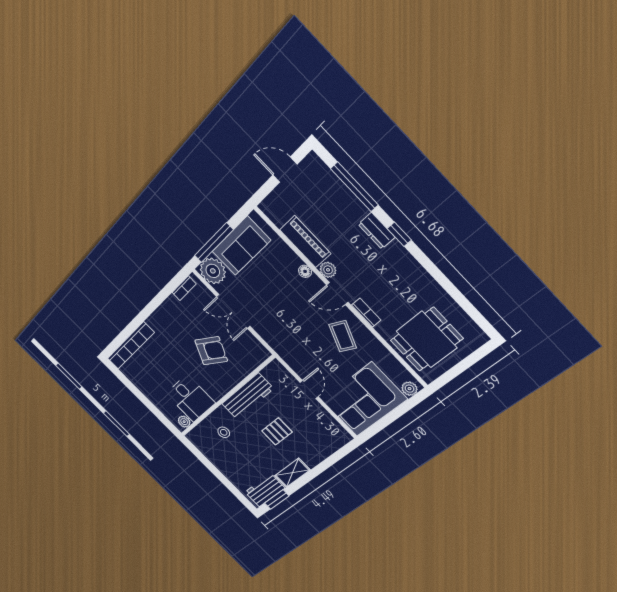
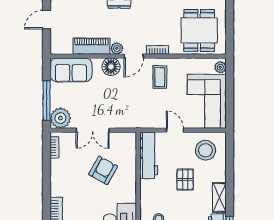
sofa: (241, 246) -> (71, 70), moved, turned 90
floor lamp: (305, 271) -> (111, 67), width x1.89, depth x1.89
coffee table: (343, 336) -> (160, 77), turned 66
workbench: (248, 396) -> (149, 155), moved
stool: (319, 431) -> (206, 150), added

